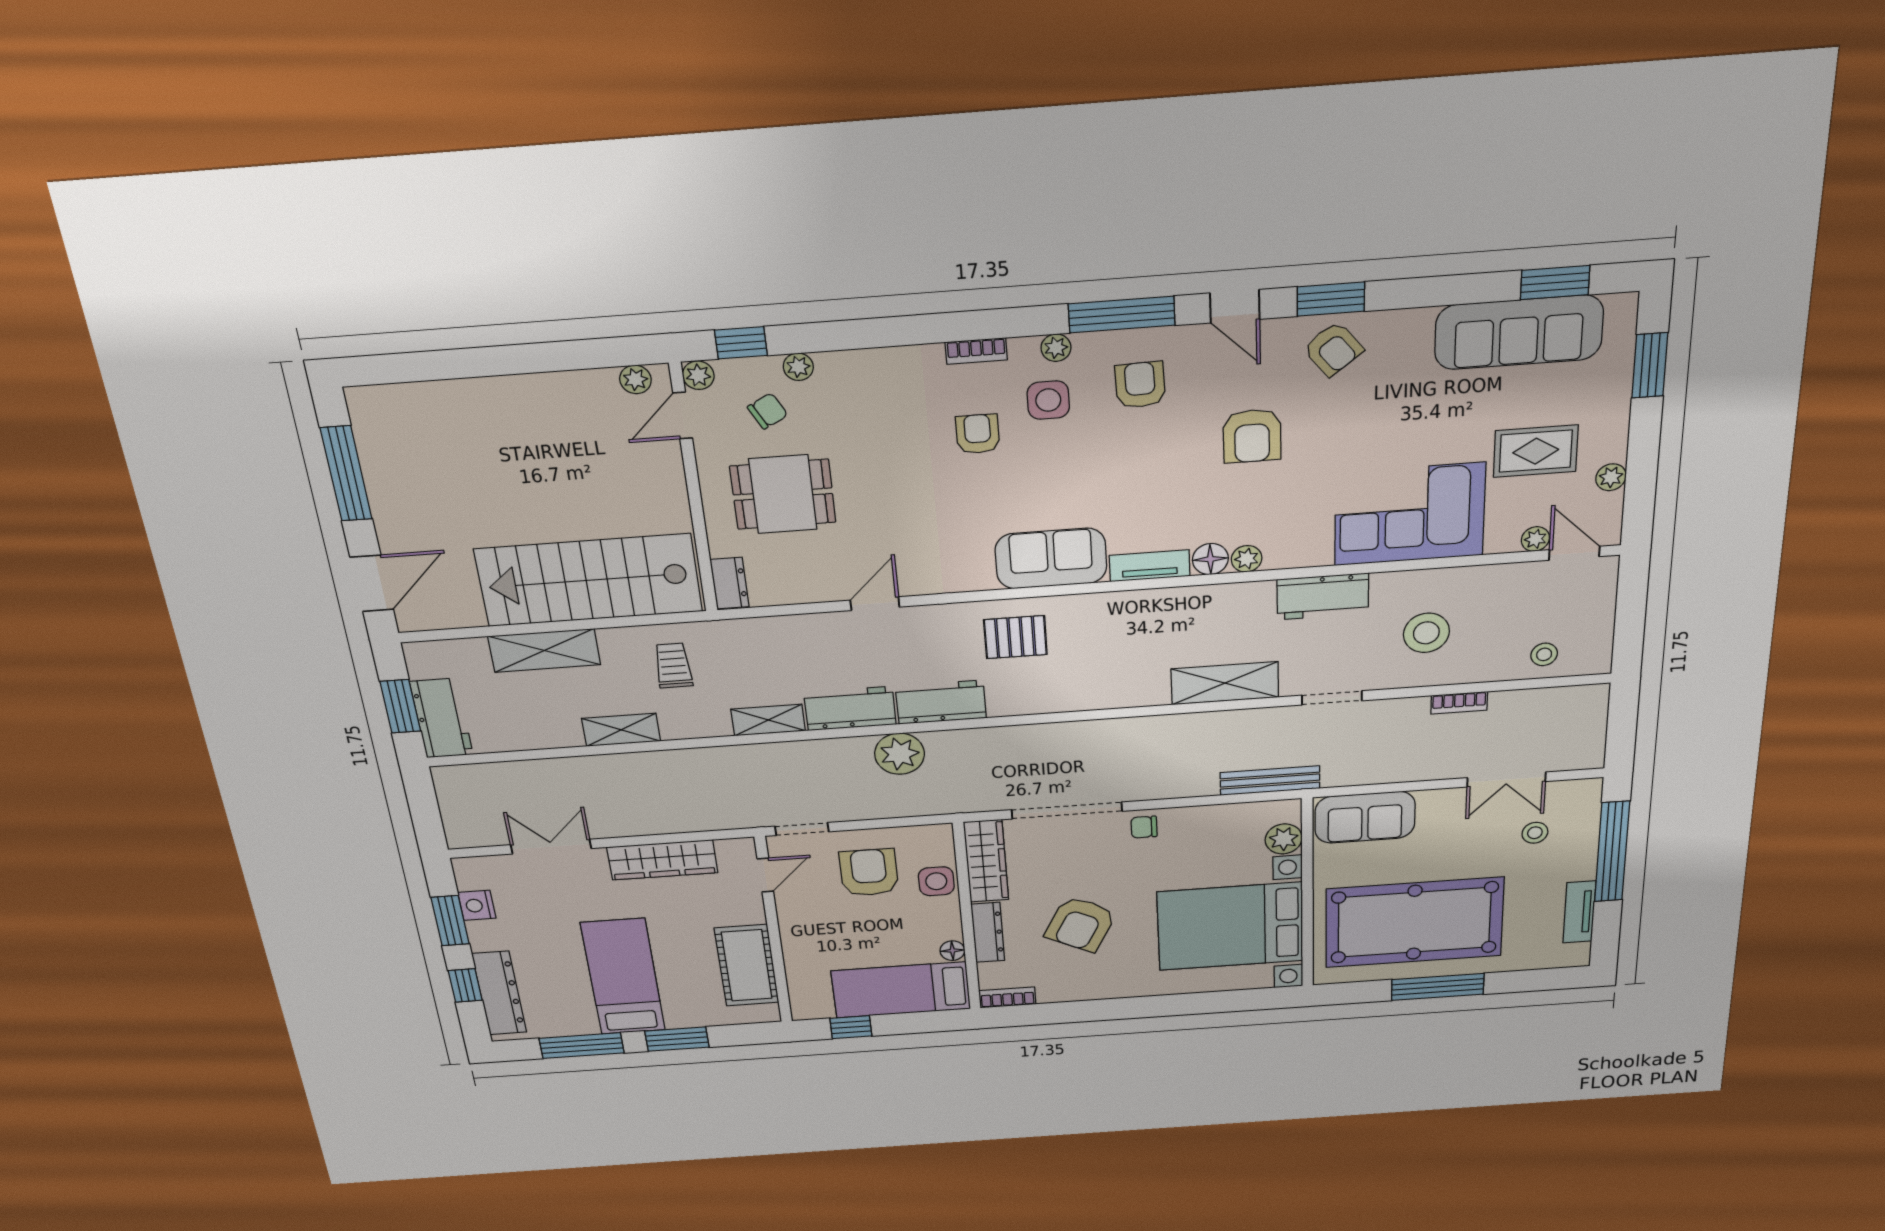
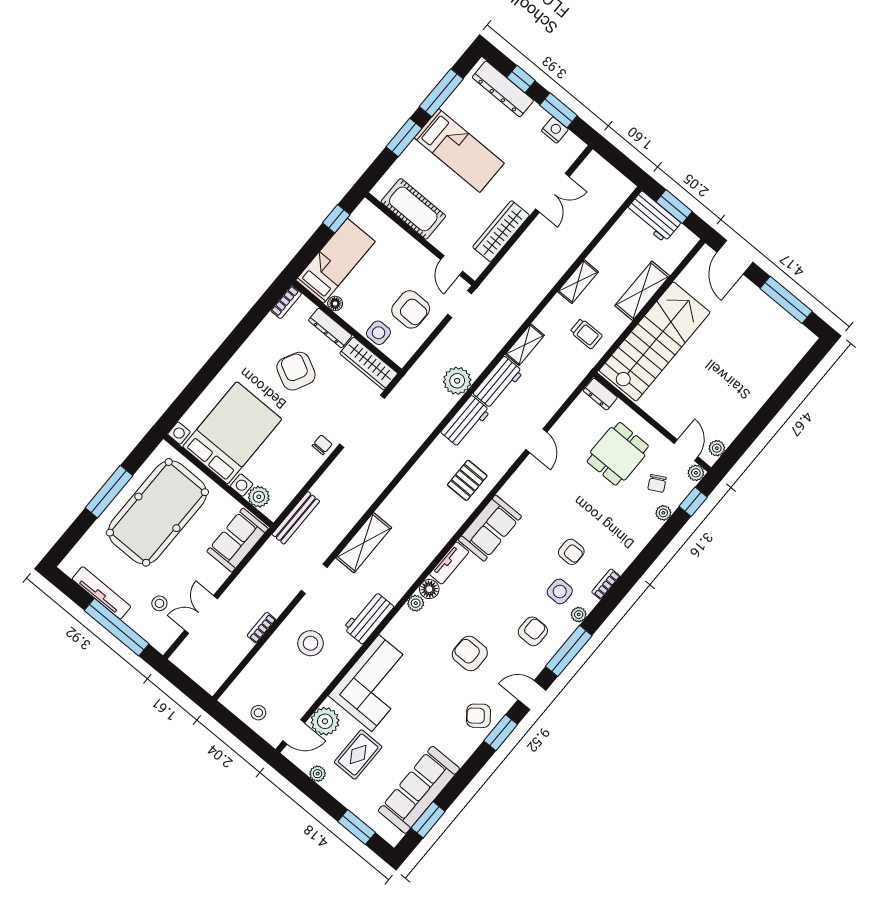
armchair: (1140, 385) -> (533, 631), turned -88
plant: (1535, 539) -> (325, 721), width x1.87, depth x1.87
stool: (1544, 654) -> (258, 713), moved
tv unit: (1579, 912) -> (101, 593), width x1.41

